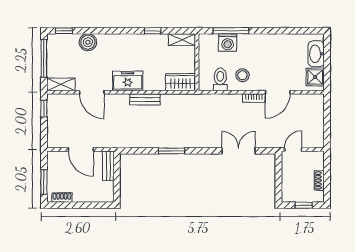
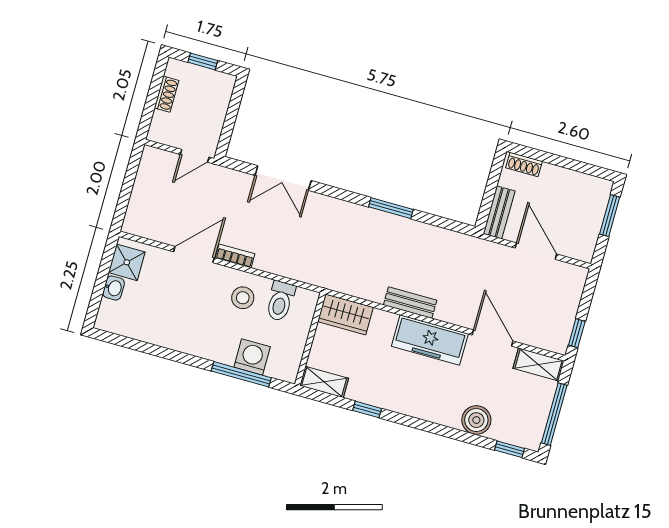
washbasin: (316, 54) -> (114, 288), width x0.52, depth x0.69
freezer: (128, 81) -> (430, 340), width x1.40
shoe rack: (62, 197) -> (524, 165), moved

